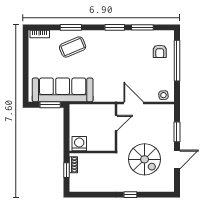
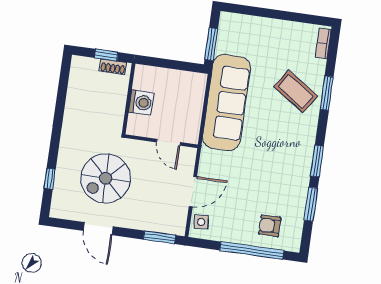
coffee table: (73, 47) -> (296, 91), turned -33
sofa: (63, 90) -> (226, 103), moved
door: (134, 103) -> (193, 192), moved
window: (177, 132) -> (159, 237), moved
washing machine: (79, 144) -> (141, 102), moved
window: (130, 195) -> (50, 179), moved

